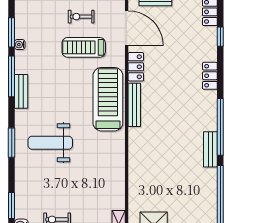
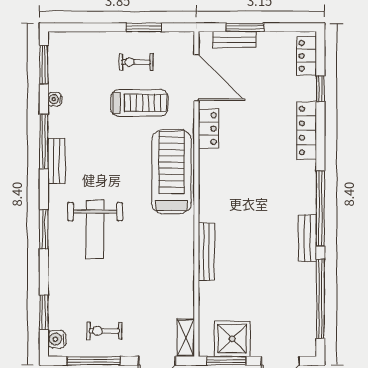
window: (12, 32) -> (44, 65), moved
treadmill: (84, 47) -> (139, 103), turned 180
locker: (210, 76) -> (307, 130), width x1.53
bench: (134, 105) -> (206, 252), moved
weight bench: (50, 143) -> (95, 229), turned -90

